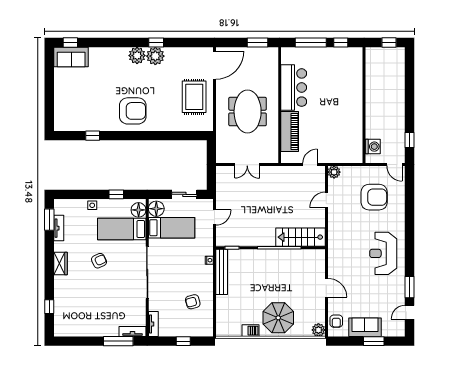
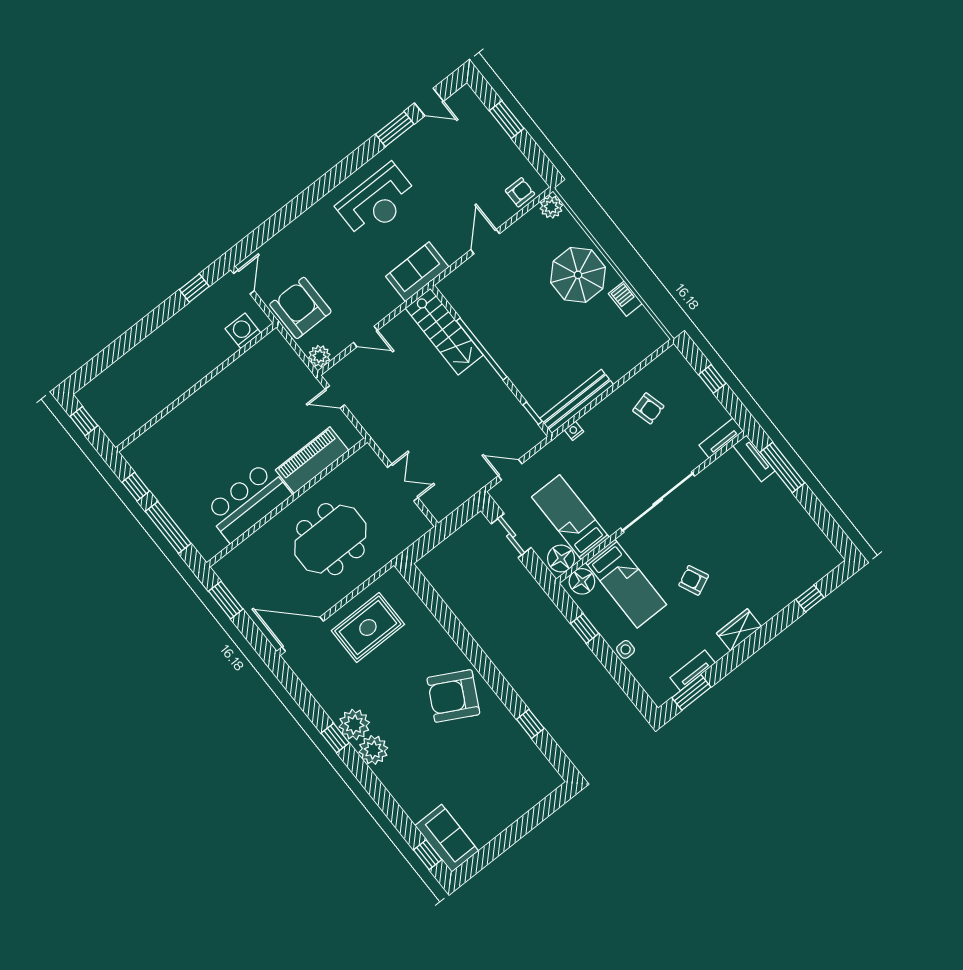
armchair: (133, 111) -> (453, 696), turned -62
armchair: (374, 197) -> (300, 308), moved
sofa: (365, 327) -> (417, 272), moved, turned 90

